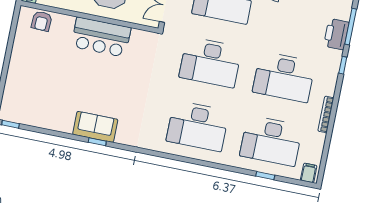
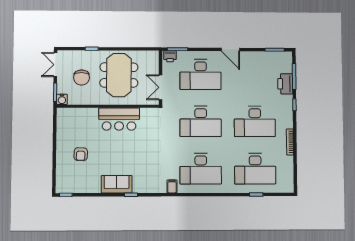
armchair: (42, 21) -> (81, 154), moved
sofa: (95, 127) -> (117, 184), moved
filing cabinet: (309, 173) -> (172, 186), moved

